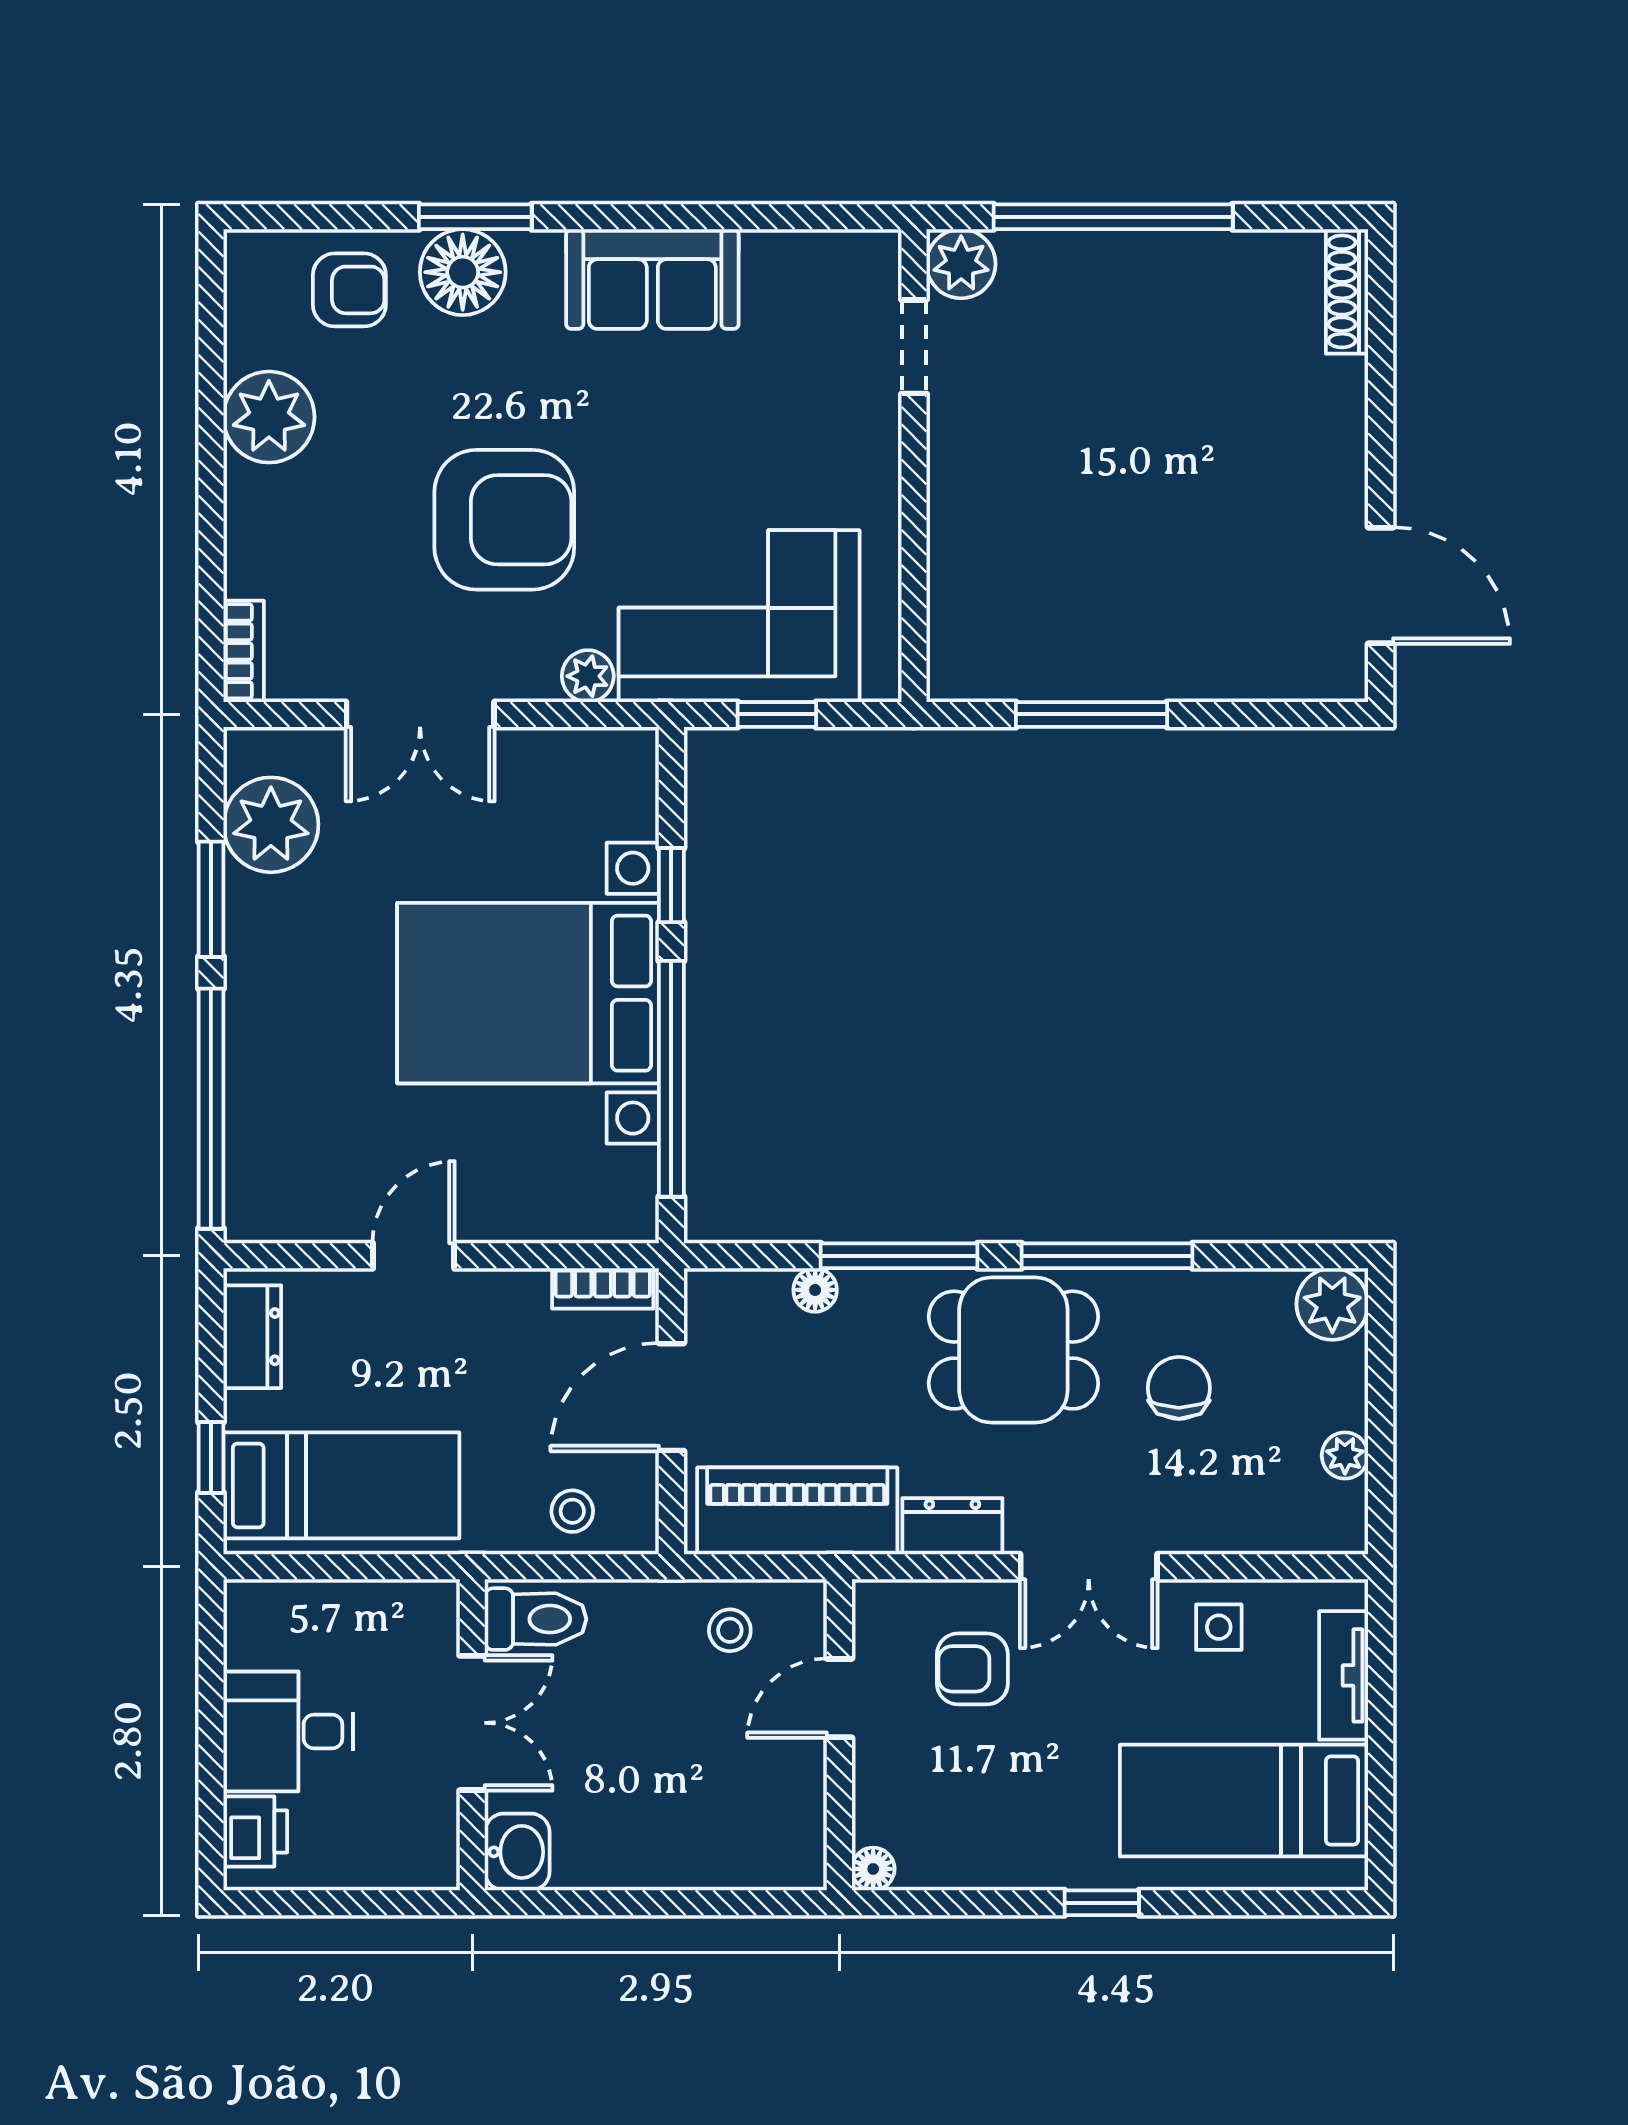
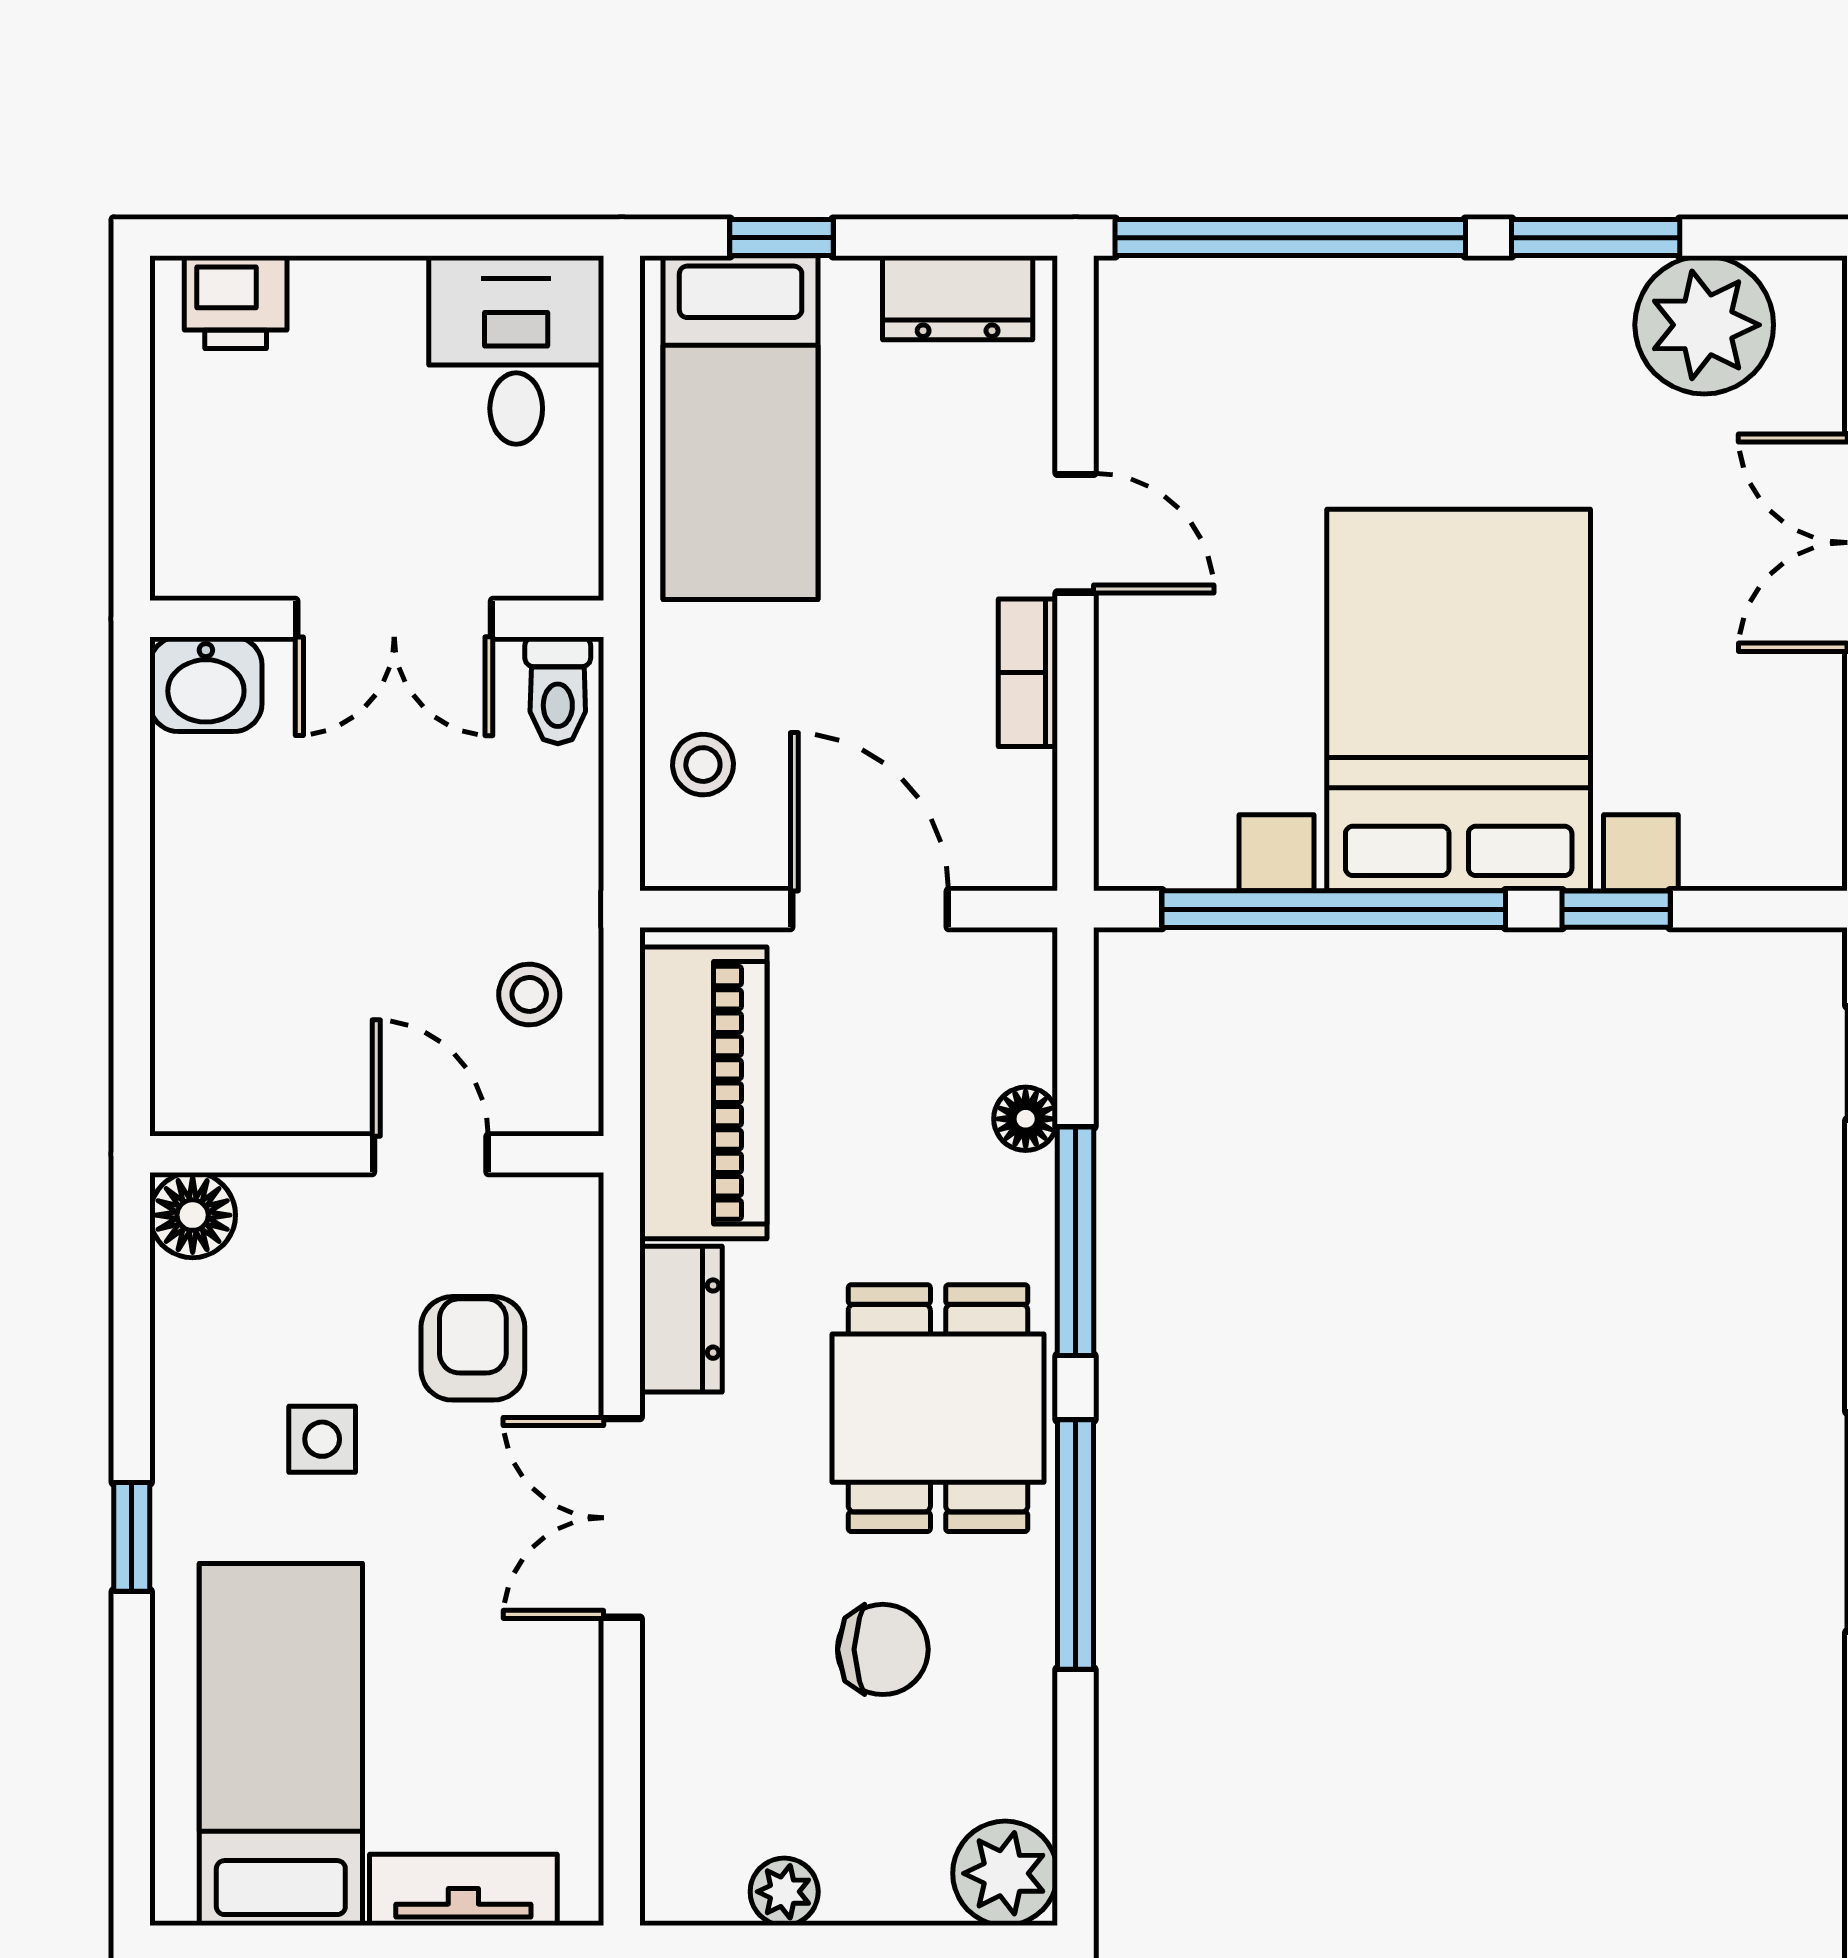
bookcase: (603, 1288) -> (1028, 673), moved
toilet: (536, 1619) -> (558, 690), width x0.73, depth x0.72
side table: (1219, 1627) -> (322, 1439), moved
desk: (288, 1732) -> (516, 350), moved
floor lamp: (873, 1869) -> (193, 1215), width x1.37, depth x1.37

